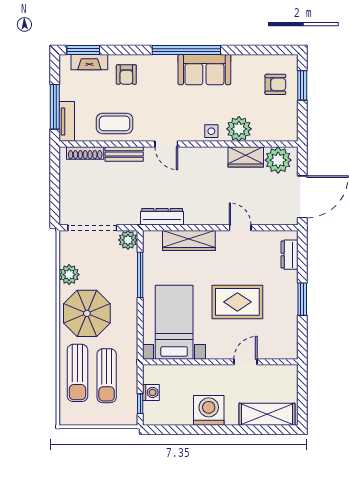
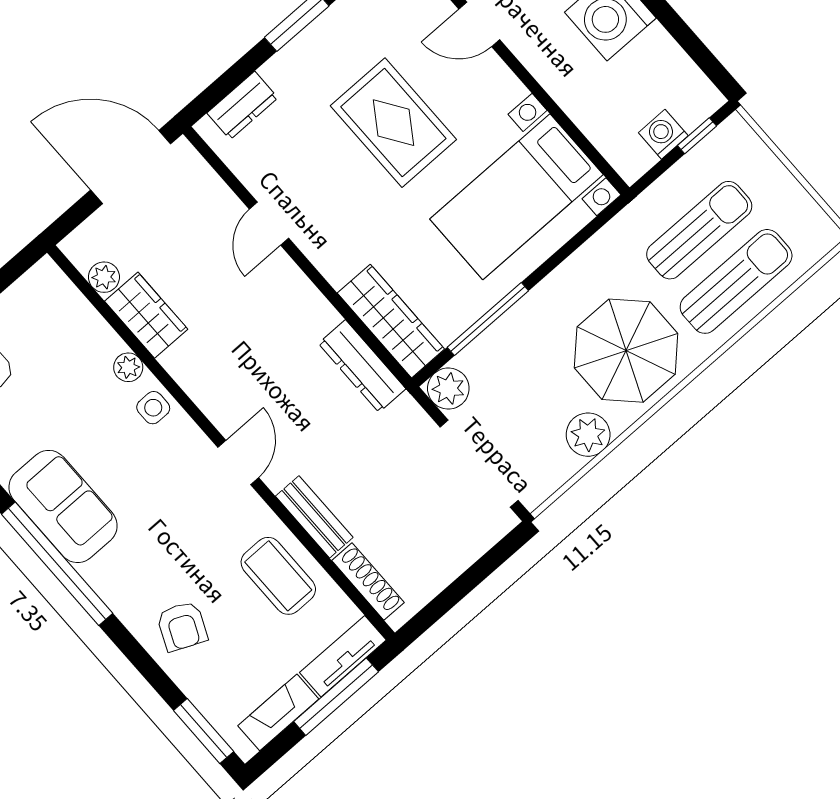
fireplace: (89, 62) -> (278, 712), moved, turned -90
armchair: (126, 75) -> (182, 626), turned 114
plant: (239, 129) -> (128, 367), width x0.53, depth x0.53
plant: (278, 160) -> (104, 277), width x0.53, depth x0.53
wardrobe: (189, 240) -> (391, 321), moved

